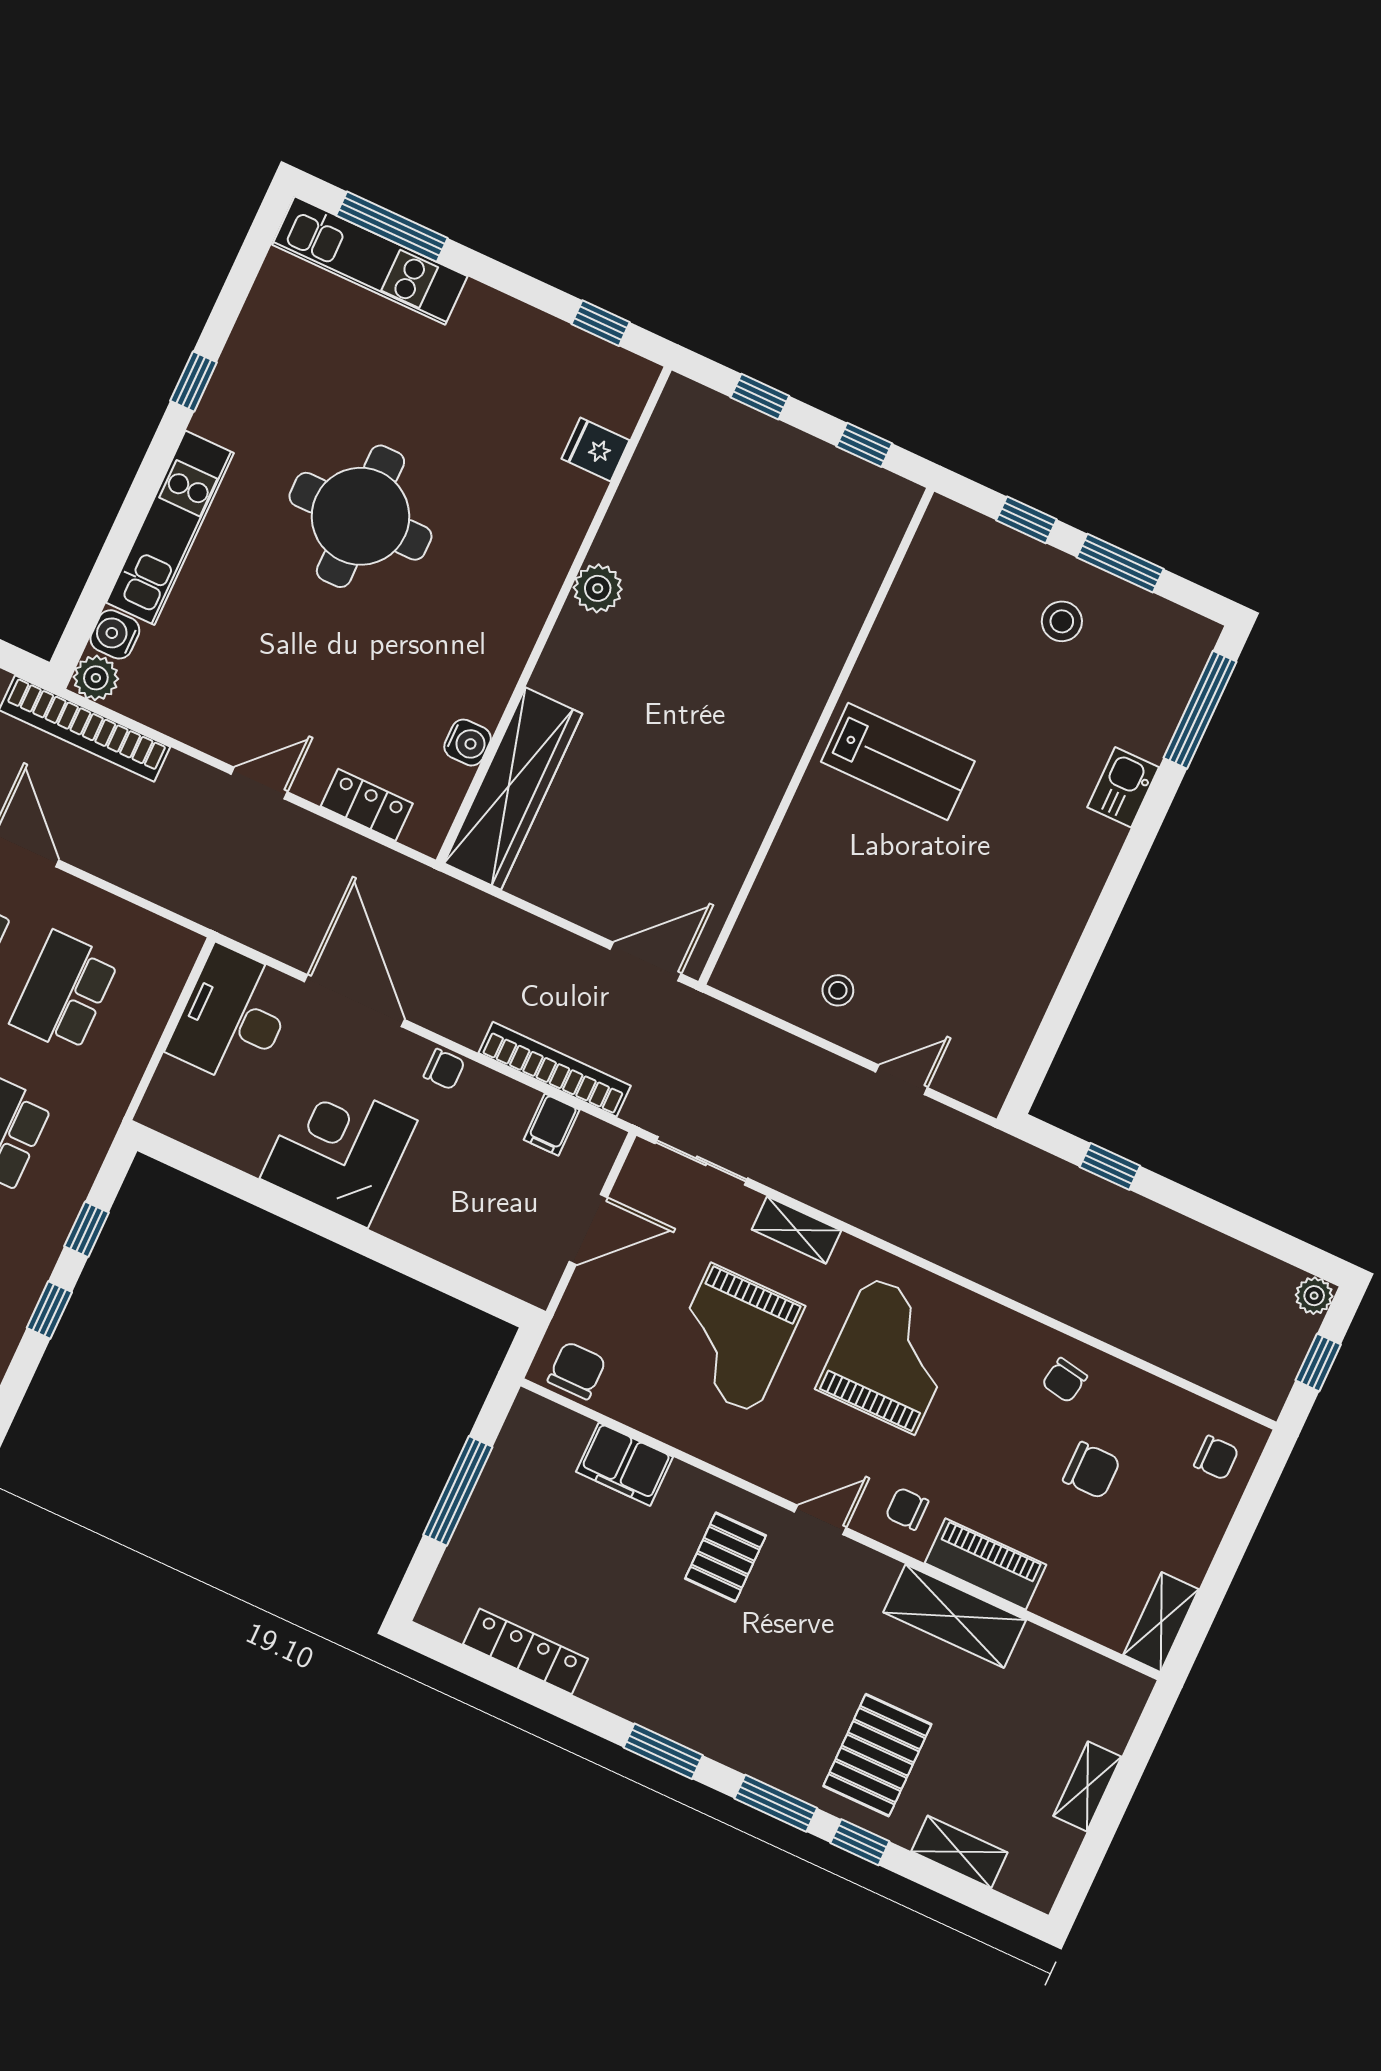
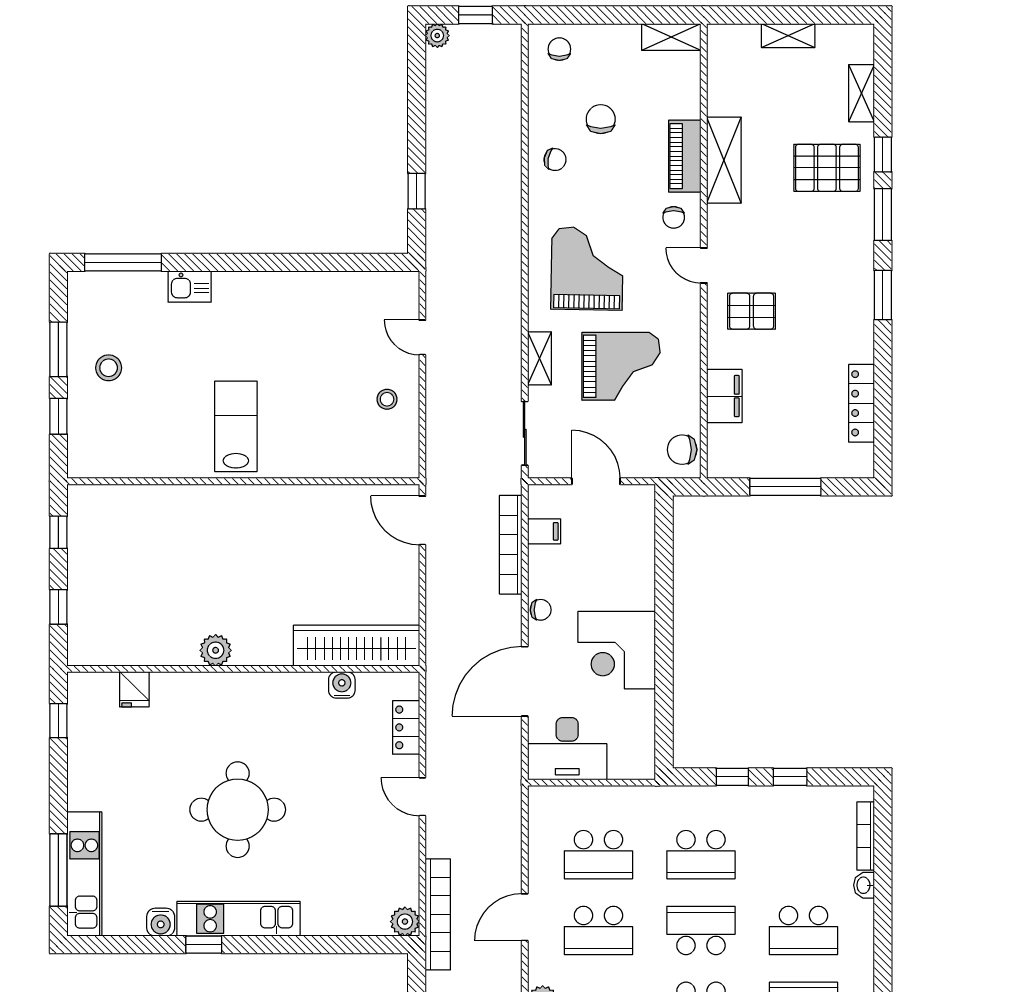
kitchen unit: (170, 528) -> (238, 919), moved
water cooler: (115, 634) -> (161, 922), moved
chair: (444, 1069) -> (541, 610), turned 90
grand piano: (891, 1355) -> (587, 269), turned 91

